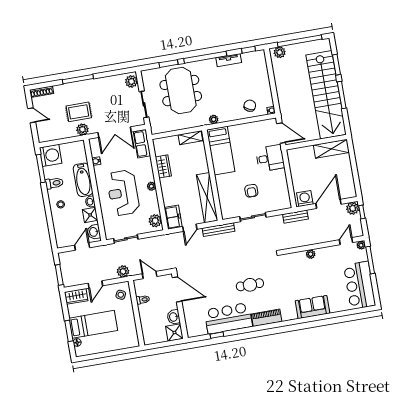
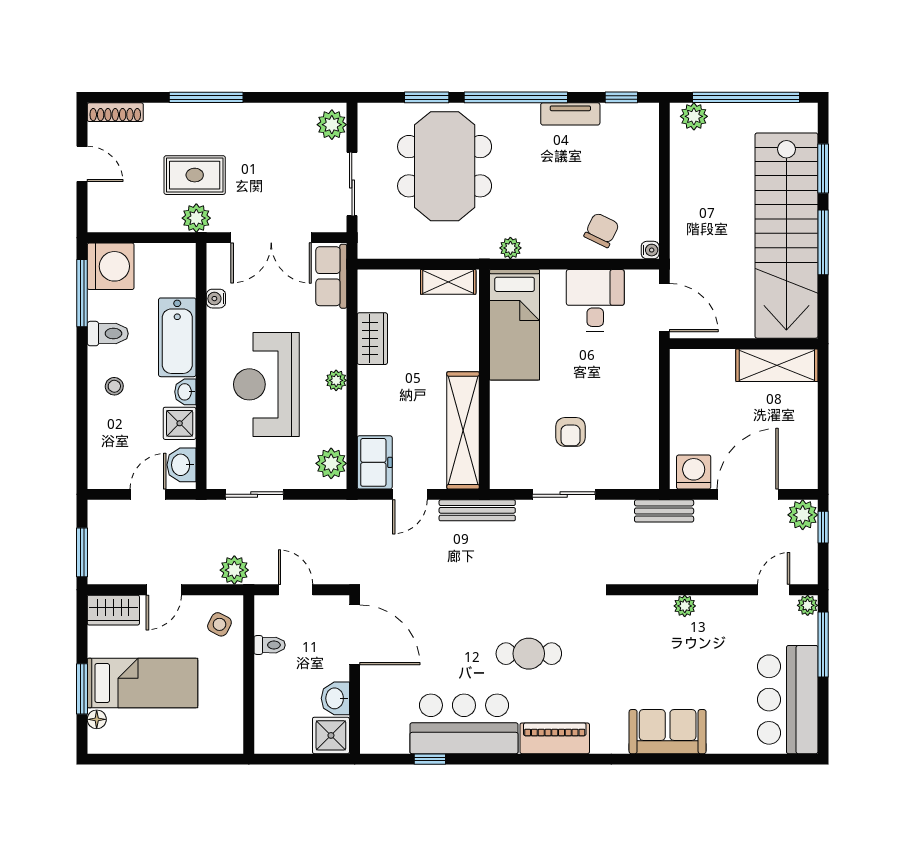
desk: (270, 158) -> (595, 300), moved, turned -90

